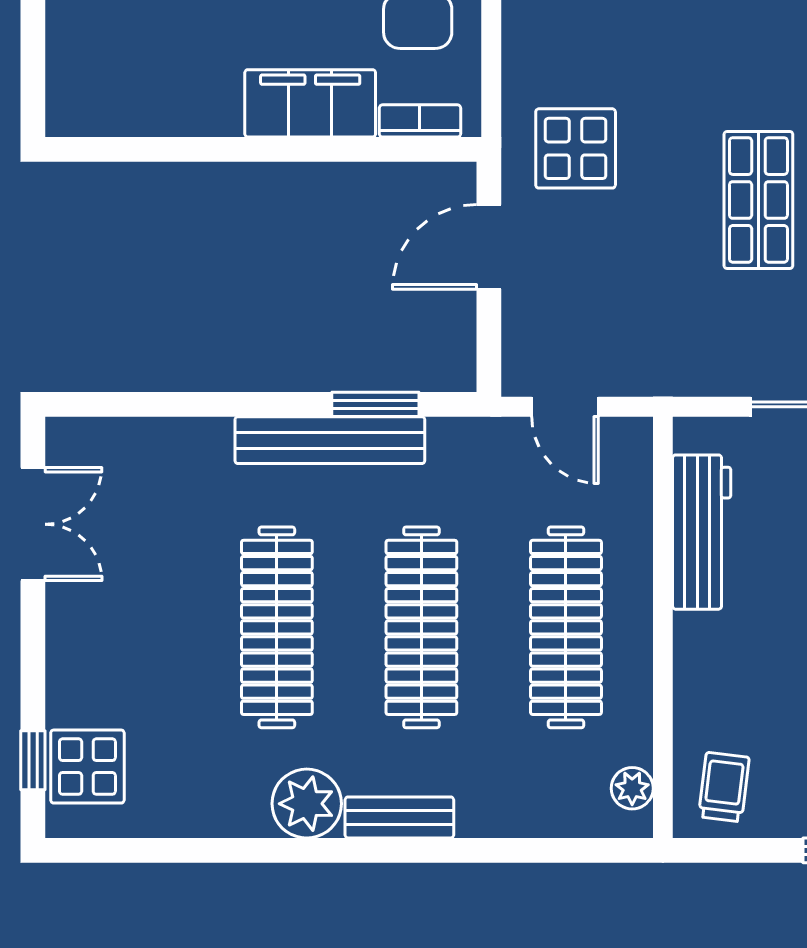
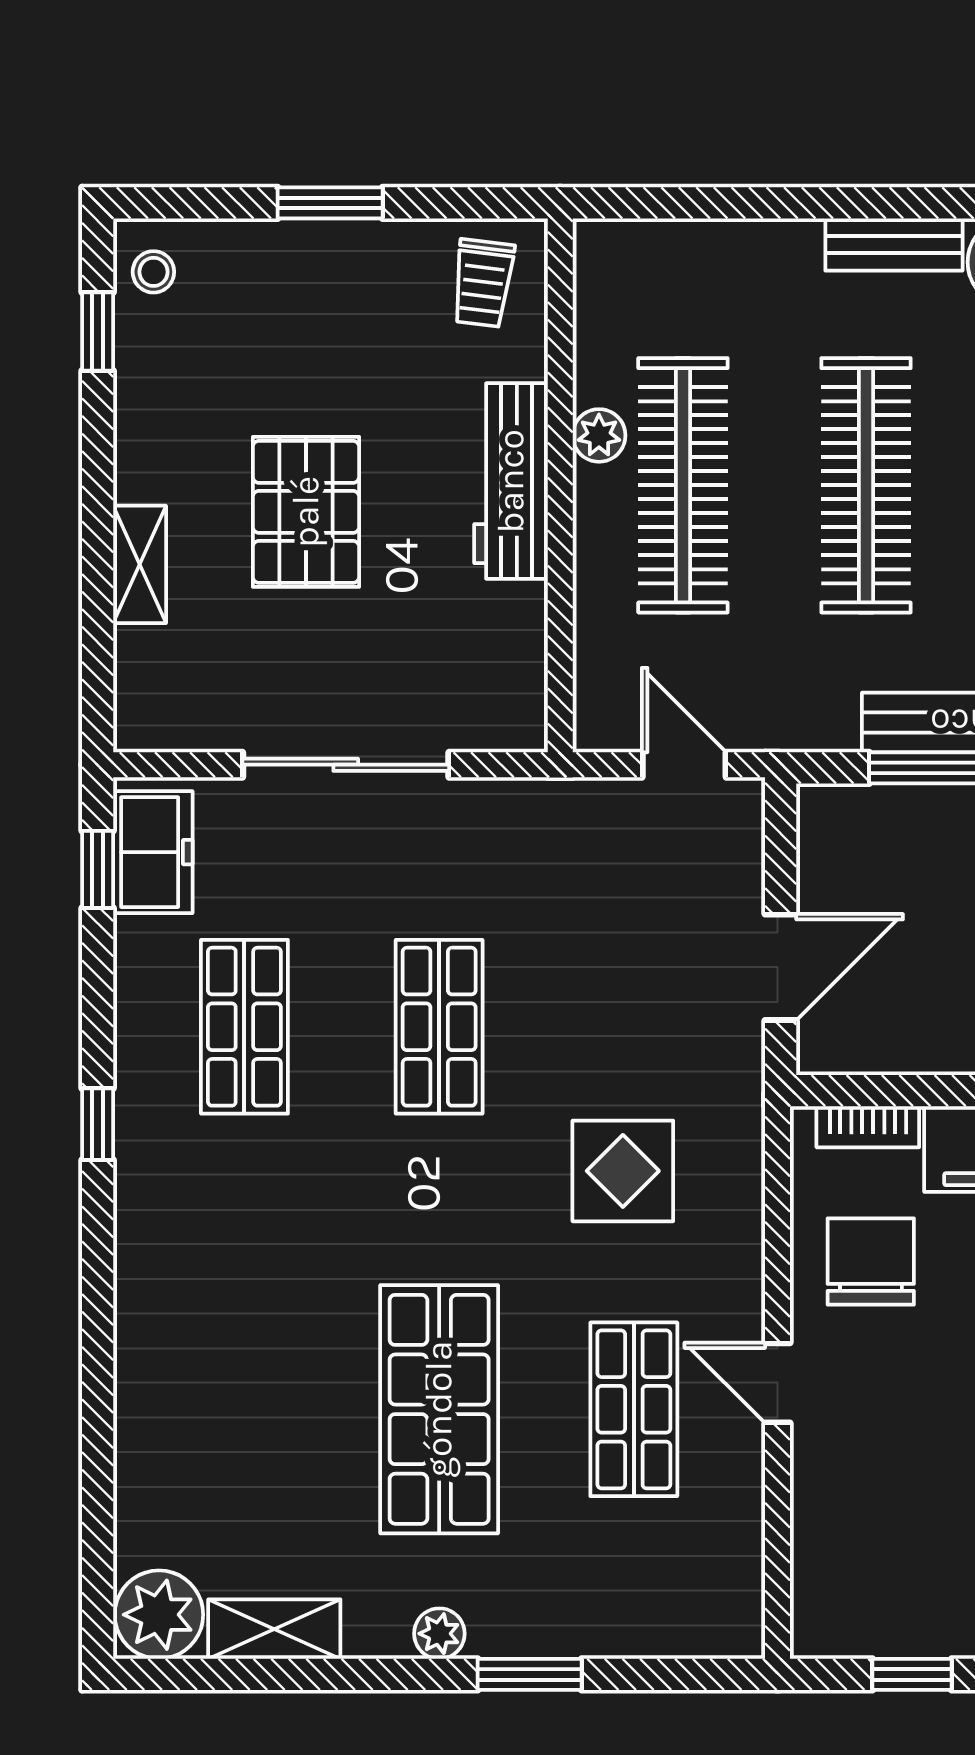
display table: (576, 148) -> (623, 1171), moved
workbench: (702, 532) -> (511, 481), moved
plant: (632, 788) -> (599, 435), moved

